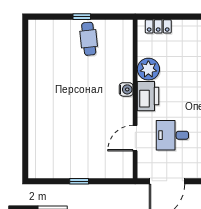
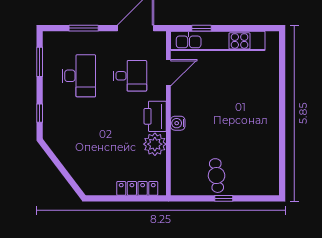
locker: (158, 26) -> (137, 188), width x1.53
kitchen unit: (87, 169) -> (218, 41), added
window: (79, 181) -> (201, 28), moved

